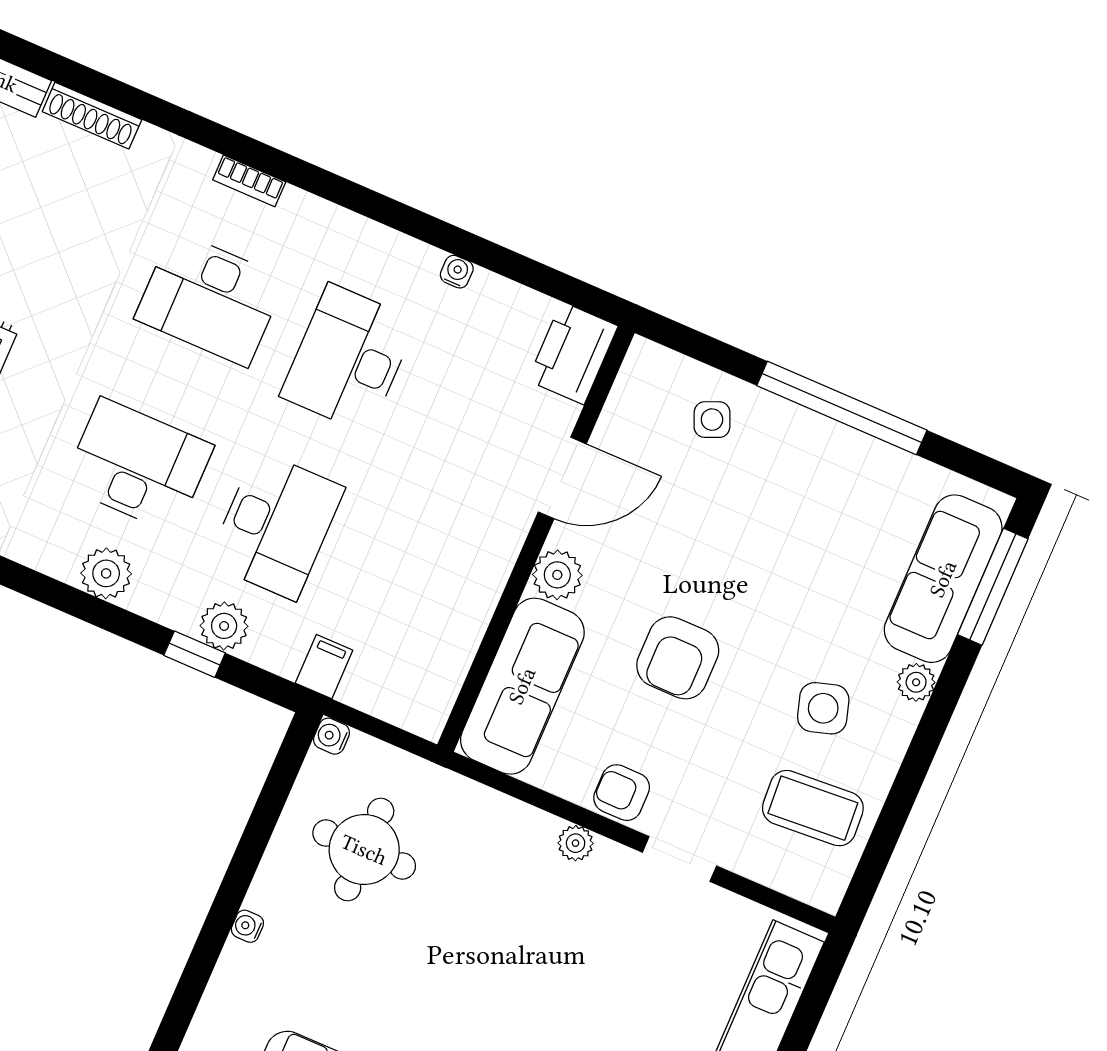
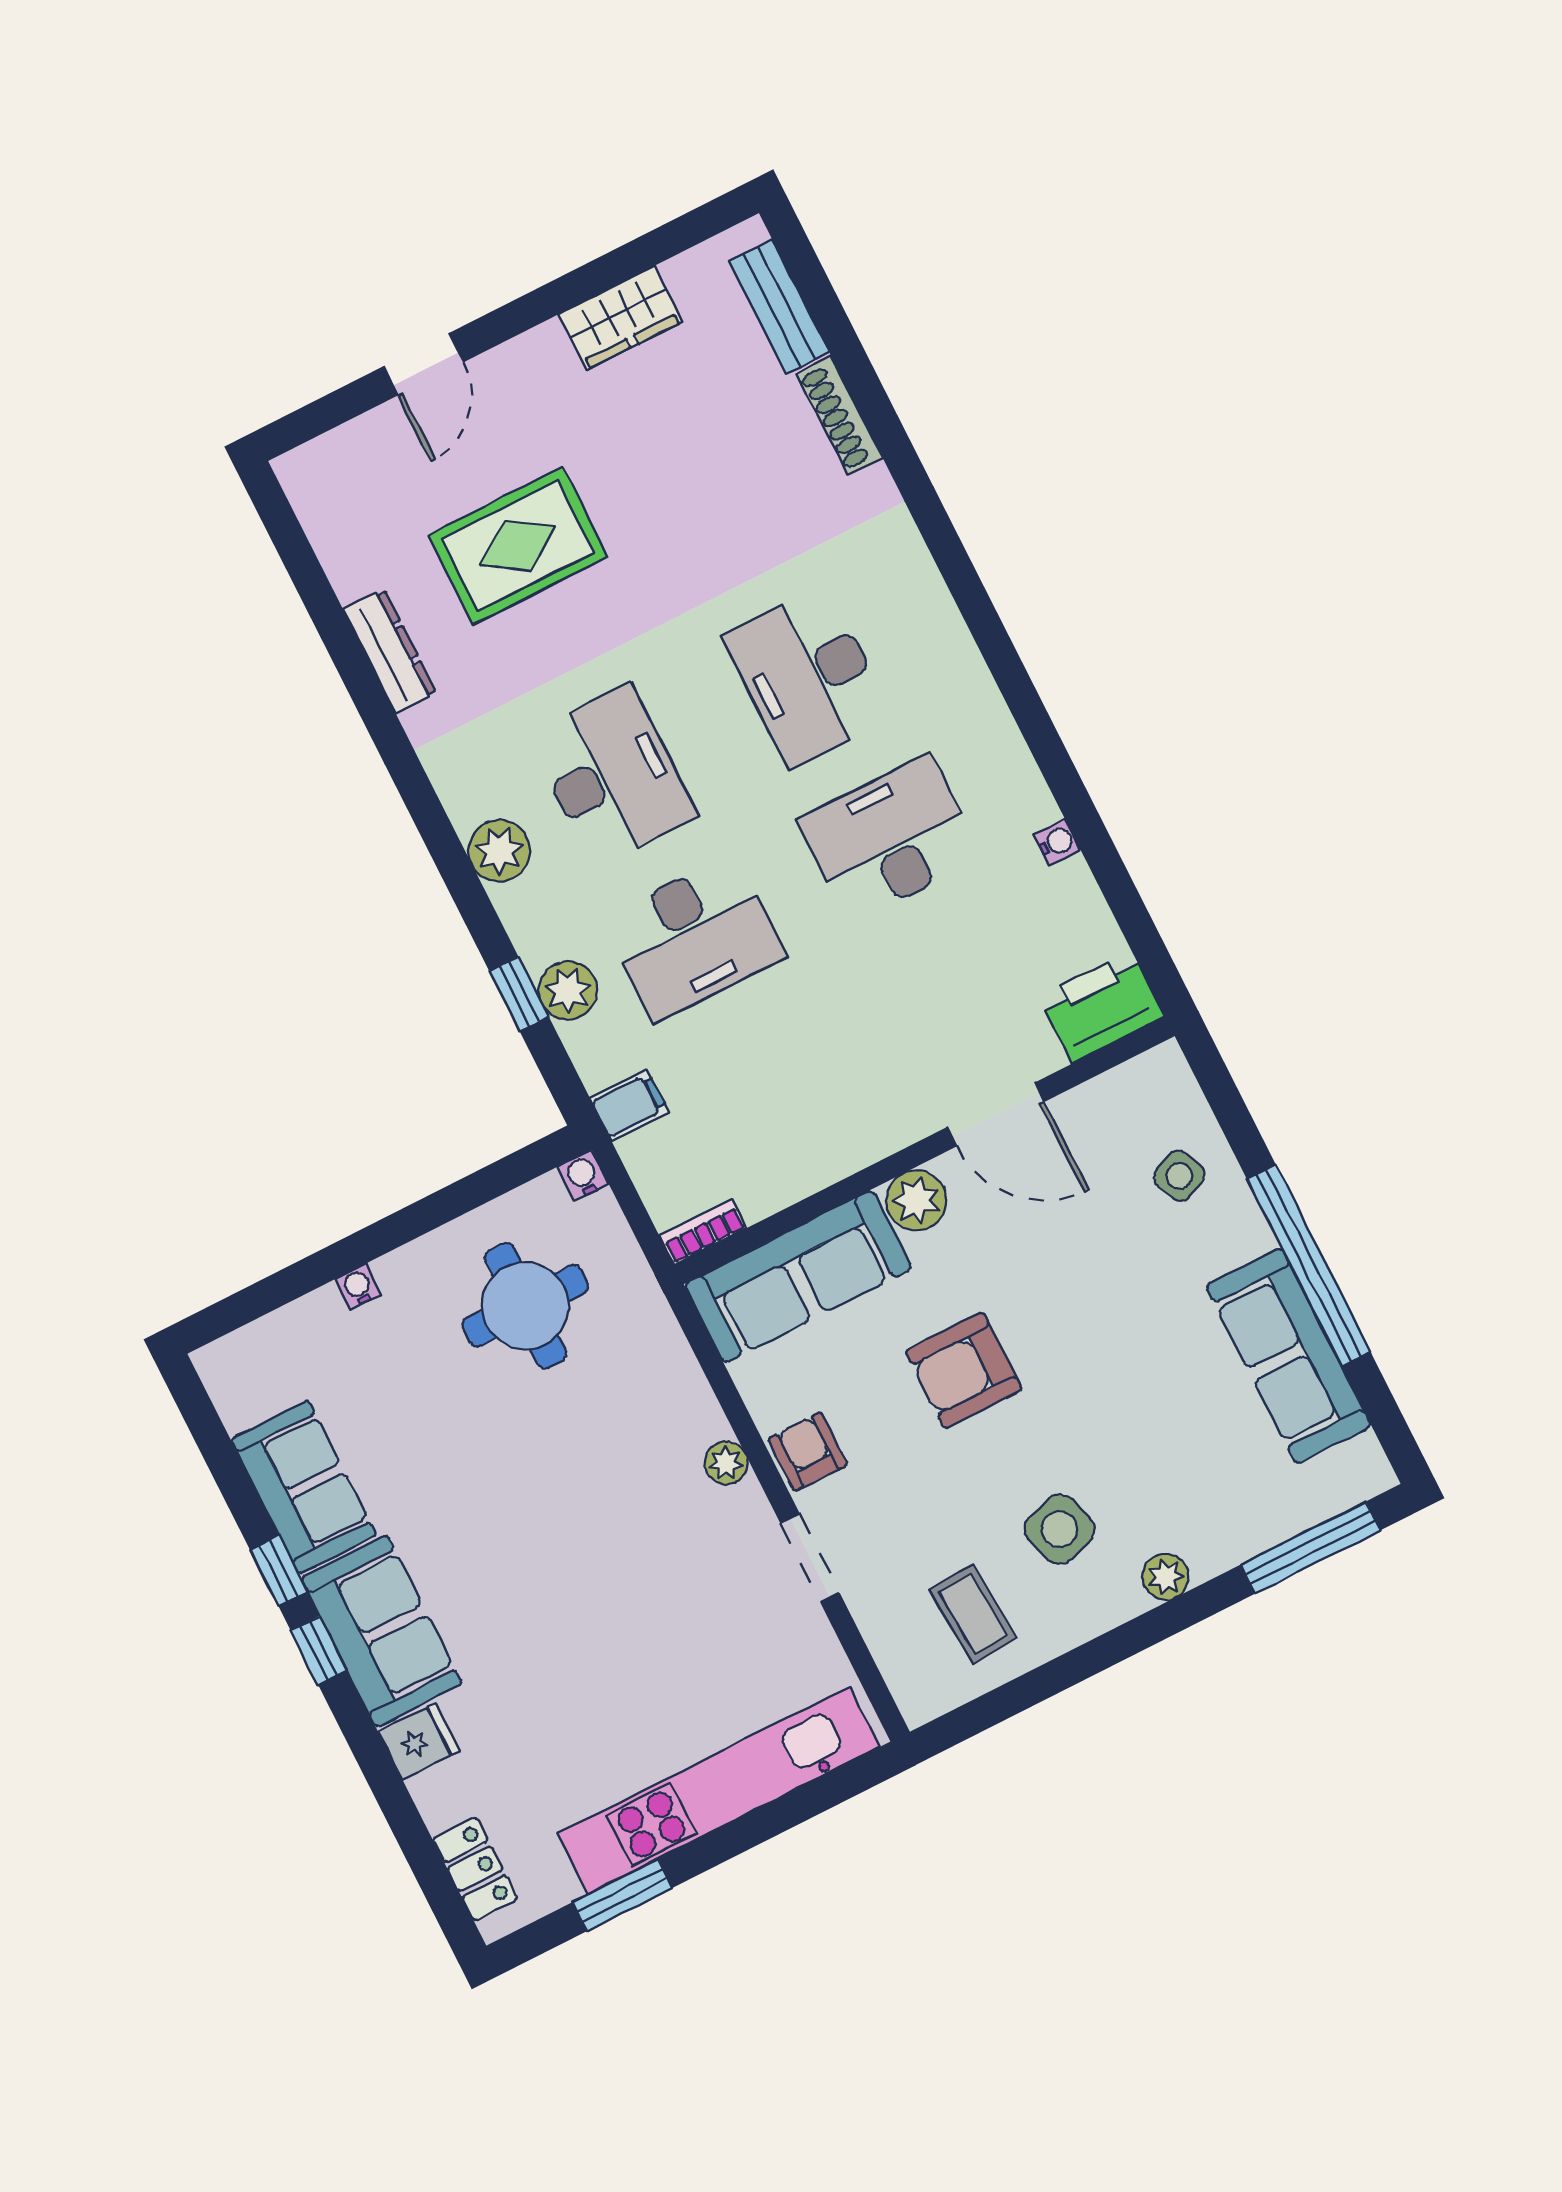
bookcase: (249, 181) -> (703, 1232), moved, turned 90
sofa: (943, 579) -> (1288, 1356), moved, turned -90
coffee table: (813, 808) -> (973, 1614), width x0.73, depth x0.77

